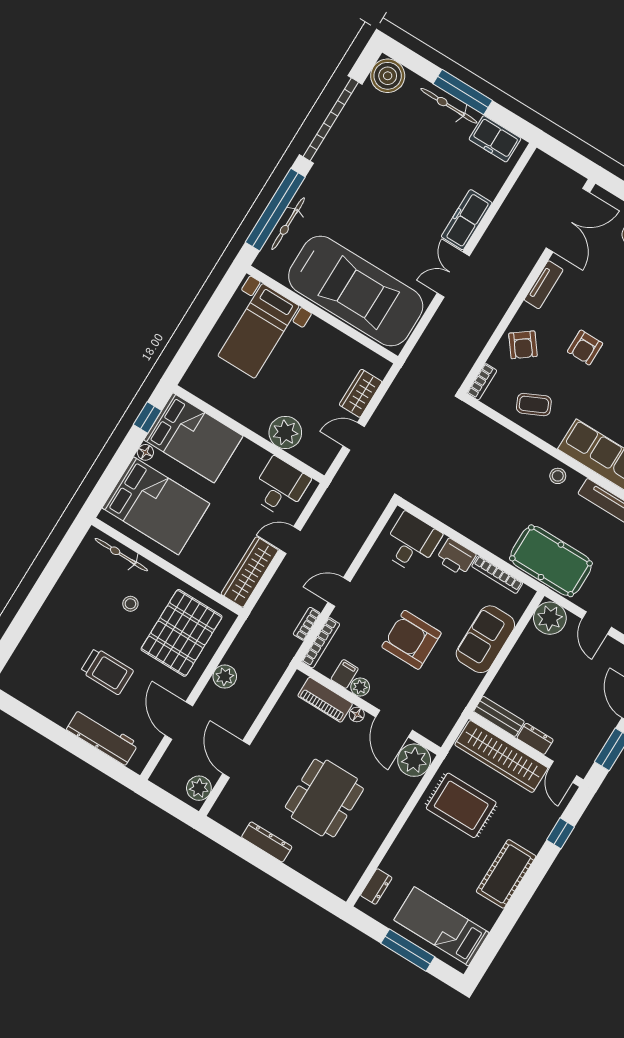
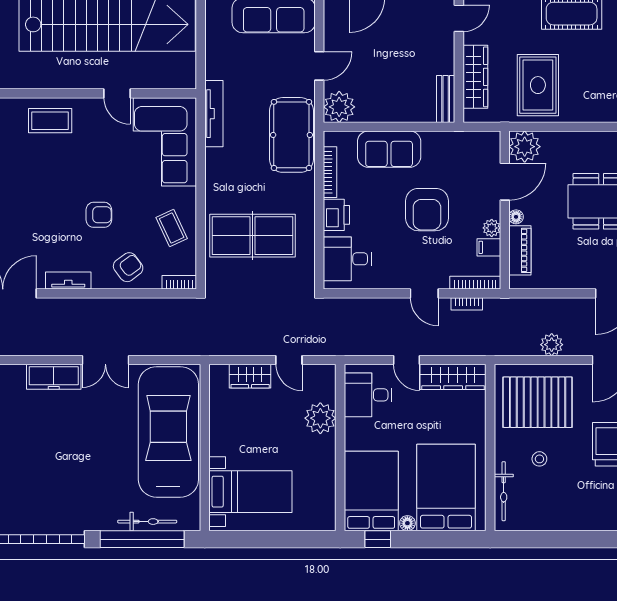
table tennis table: (483, 472) -> (253, 236), added
stool: (558, 476) -> (218, 172), removed
dresser: (535, 739) -> (446, 58), removed
wardrobe: (501, 756) -> (475, 77), width x0.71, depth x0.85

